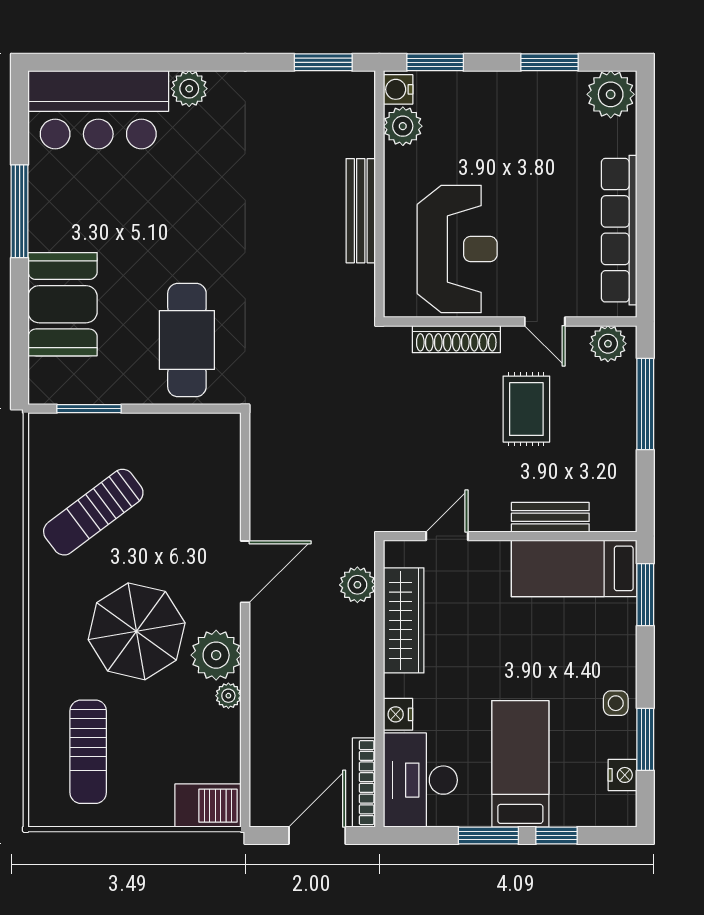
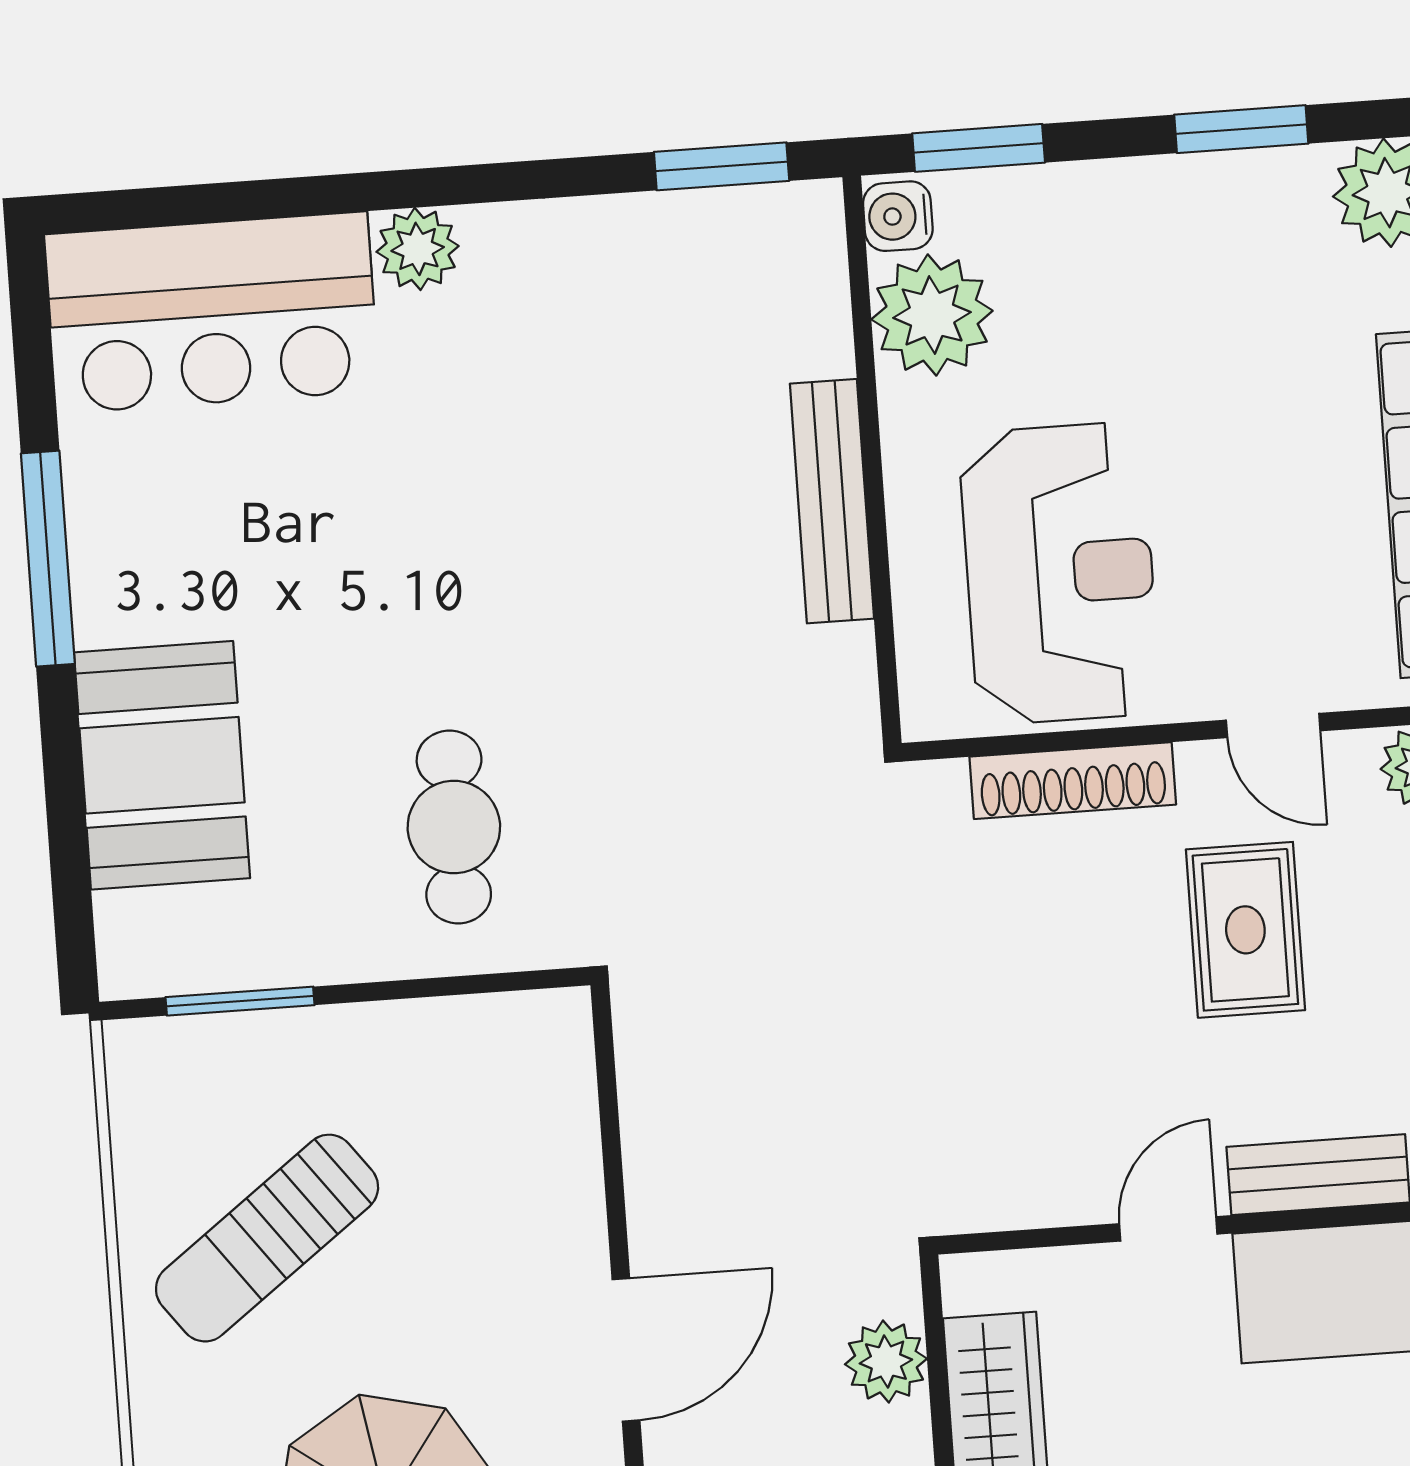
plant: (403, 126) -> (932, 315), width x1.36, depth x1.36
cafe table: (187, 340) -> (454, 827), width x0.73, depth x0.74
door: (447, 536) -> (1168, 1229), moved

